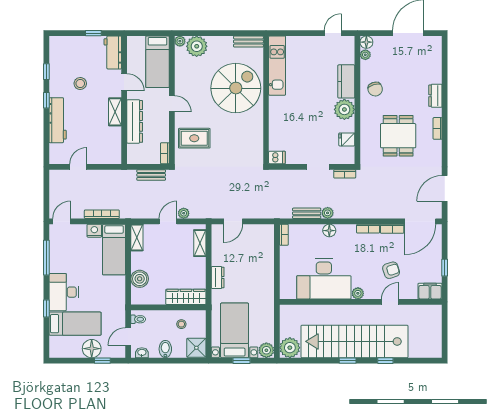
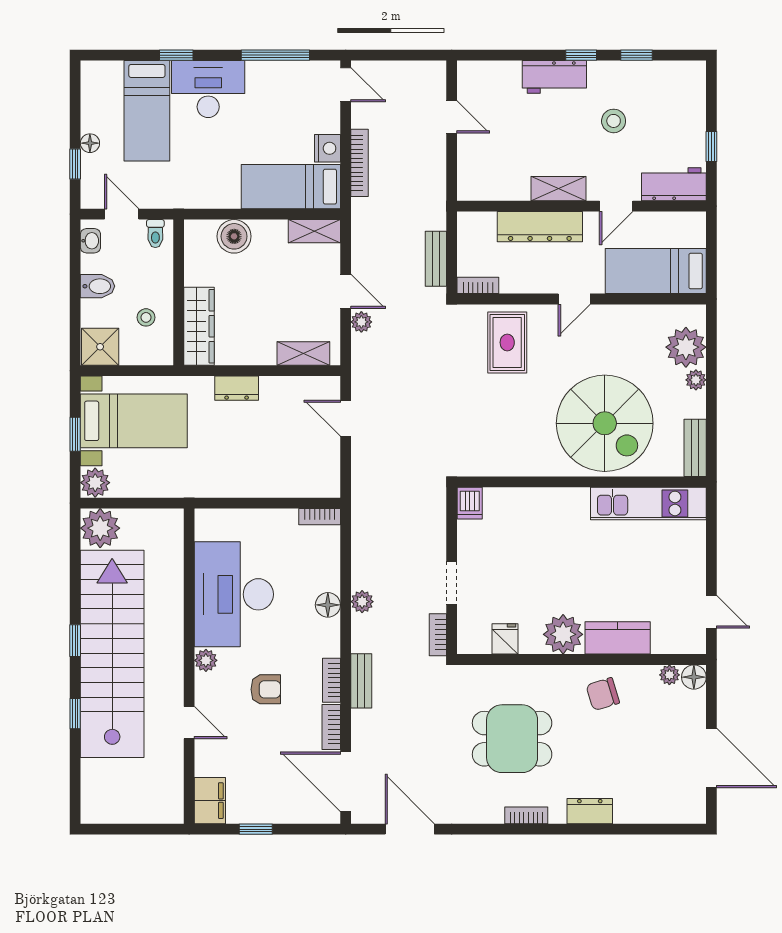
plant: (180, 41) -> (696, 380), moved
workbench: (58, 120) -> (554, 77), width x0.73
bench: (307, 213) -> (361, 681), moved
armchair: (391, 270) -> (266, 689), moved, turned -72
floor lamp: (92, 349) -> (90, 143), width x0.53, depth x0.53

